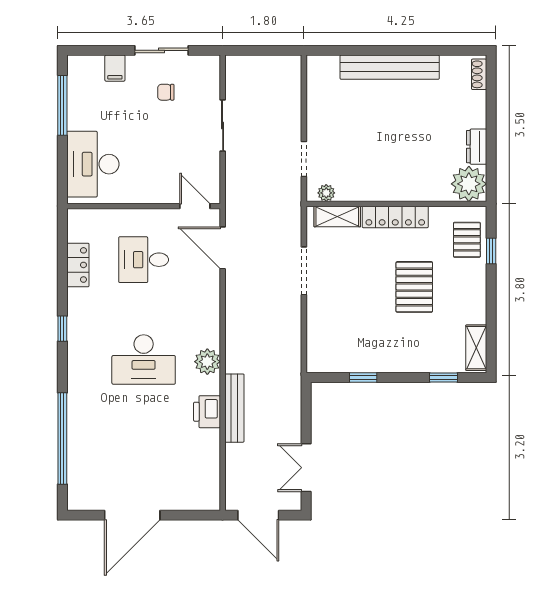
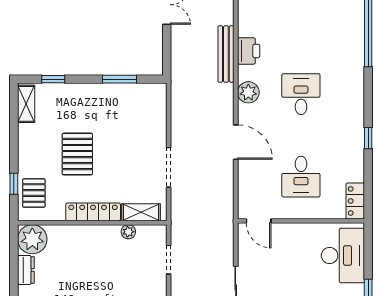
plant: (326, 193) -> (128, 232), moved
door: (223, 248) -> (236, 142), moved
desk: (144, 260) -> (301, 177), turned 90
locker: (78, 265) -> (355, 201), moved
window: (62, 329) -> (368, 138), moved
desk: (144, 359) -> (301, 94), width x0.73
window: (363, 378) -> (120, 79), width x1.50

